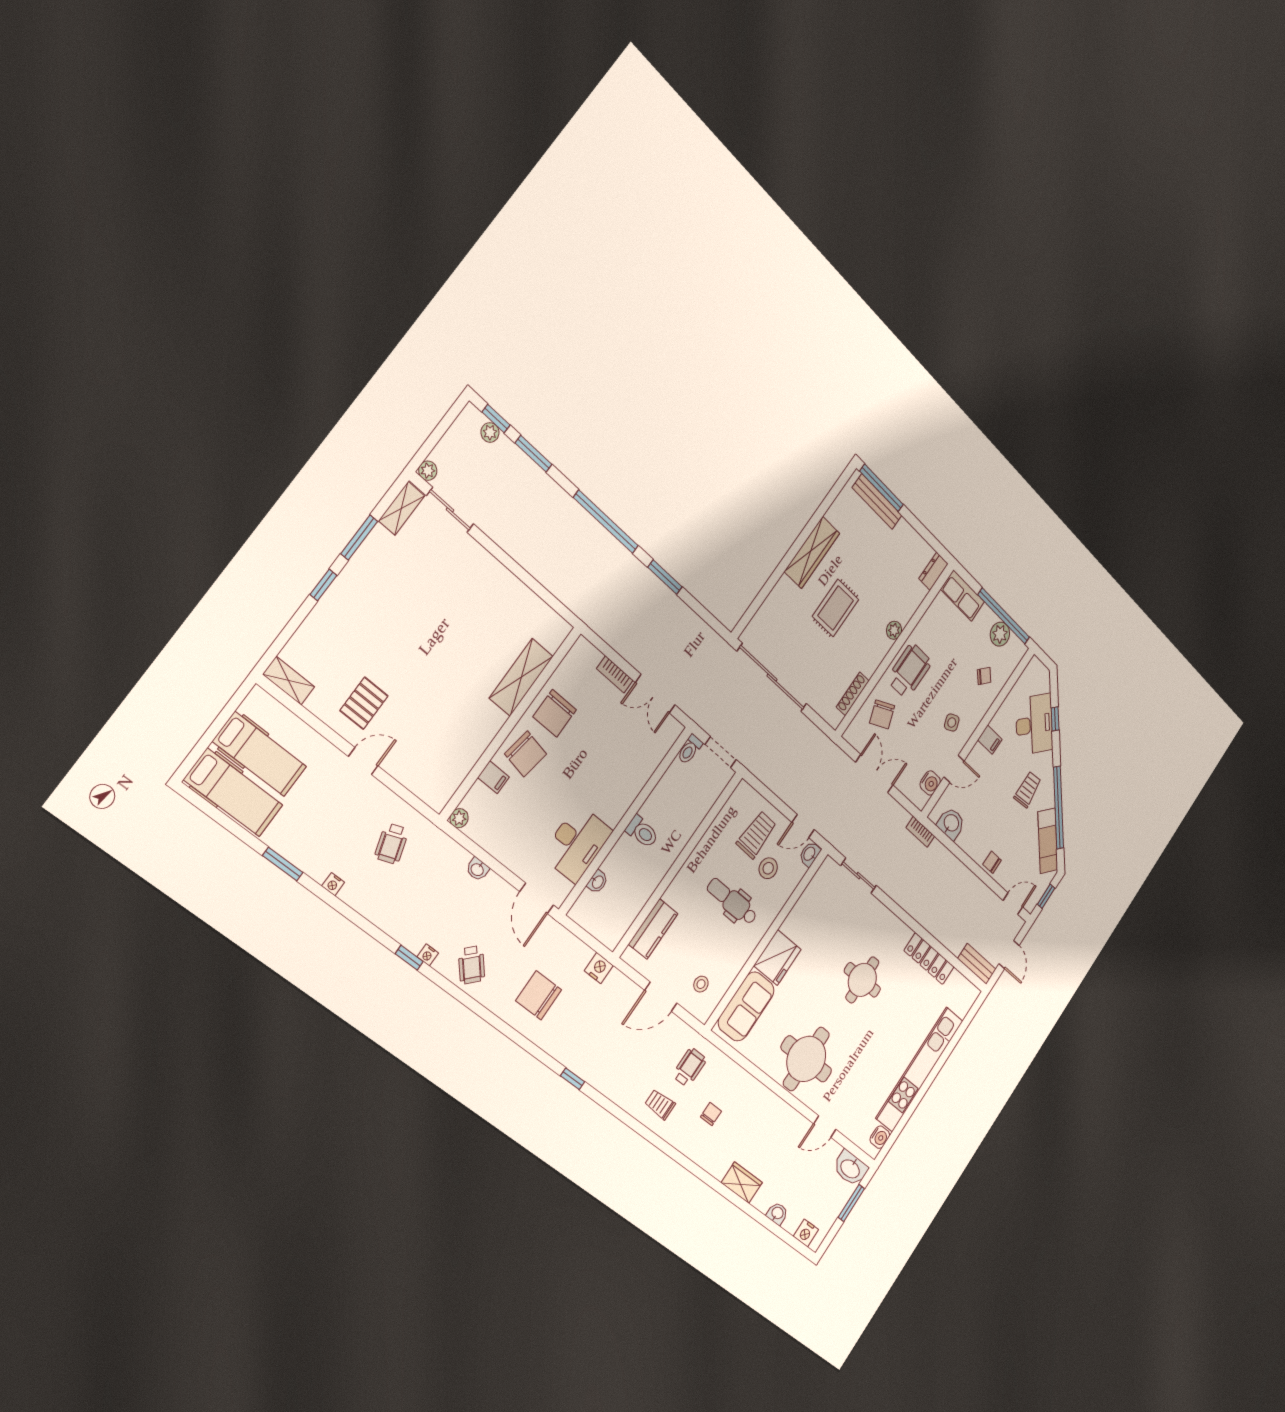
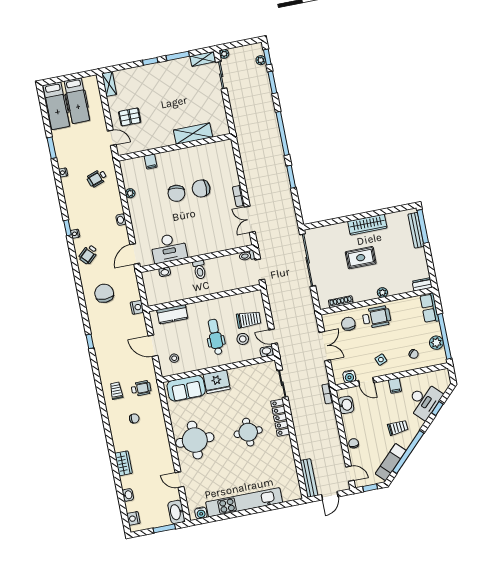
shelving: (521, 677) -> (193, 134), moved
chair: (882, 714) -> (348, 324), turned 112
wall: (511, 723) -> (175, 147), moved
filing cabinet: (493, 777) -> (151, 162), moved
locker: (929, 959) -> (280, 418), moved
bench: (977, 964) -> (309, 478), width x1.36

